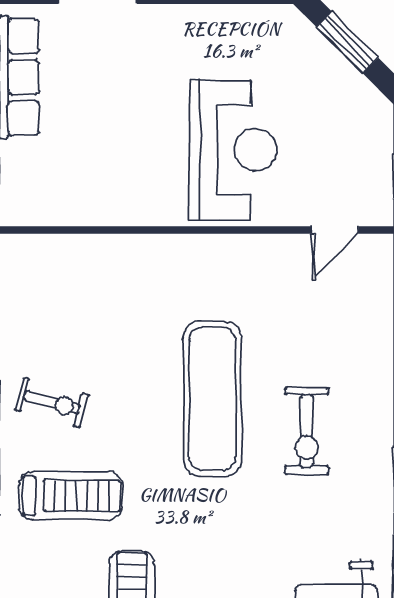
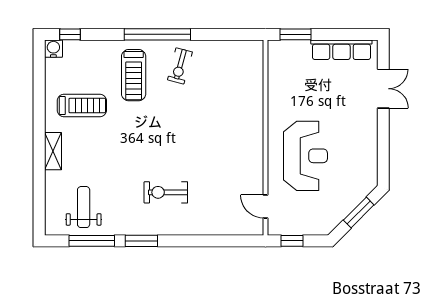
reception desk: (233, 150) -> (305, 156), turned -90
exercise mat: (212, 399) -> (182, 146), removed

